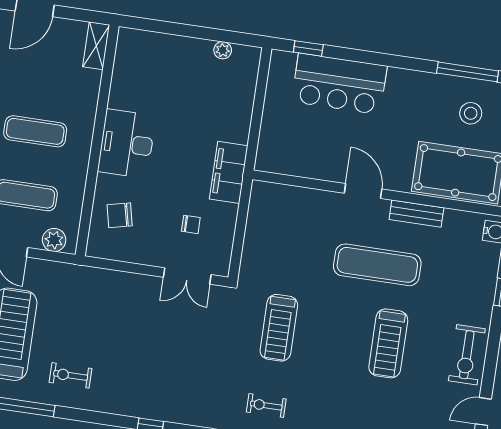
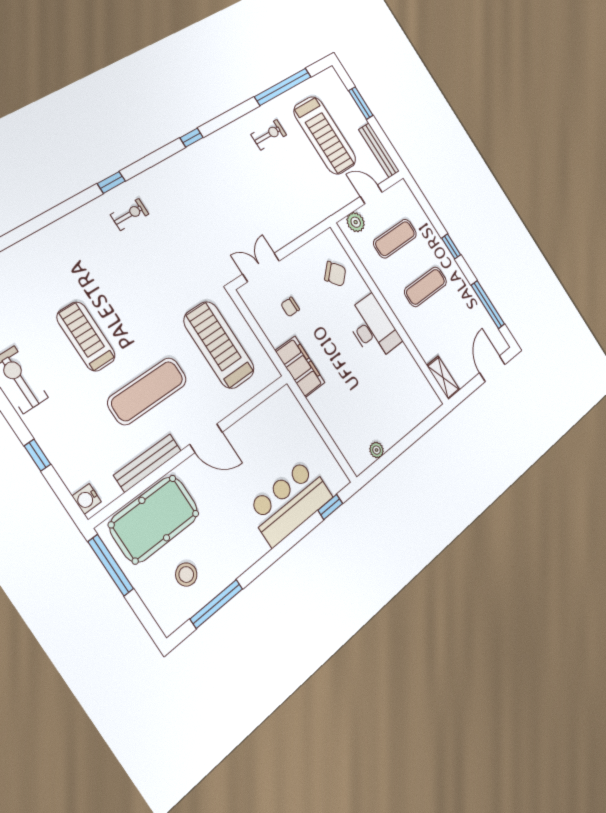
bench: (416, 214) -> (148, 463), width x1.36
chair: (120, 215) -> (335, 274), turned 61
treadmill: (279, 328) -> (219, 345), moved, width x1.37, depth x1.37

